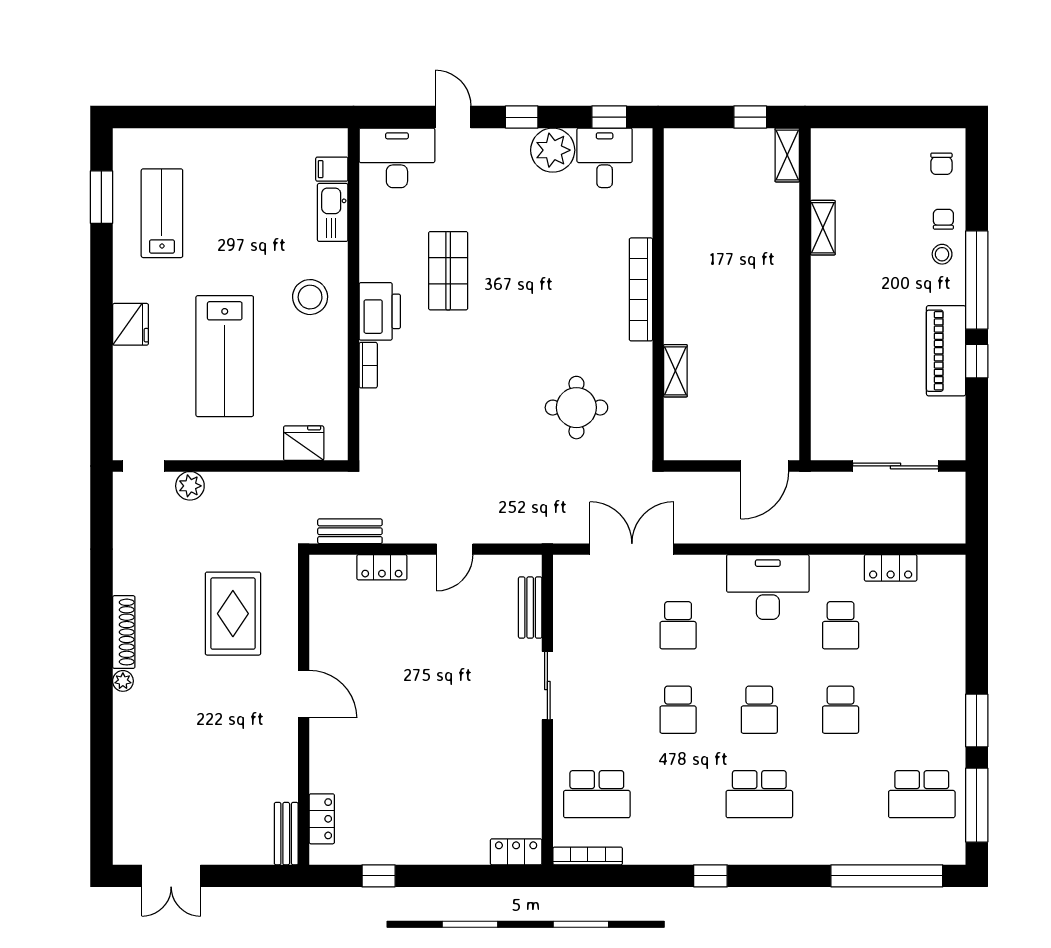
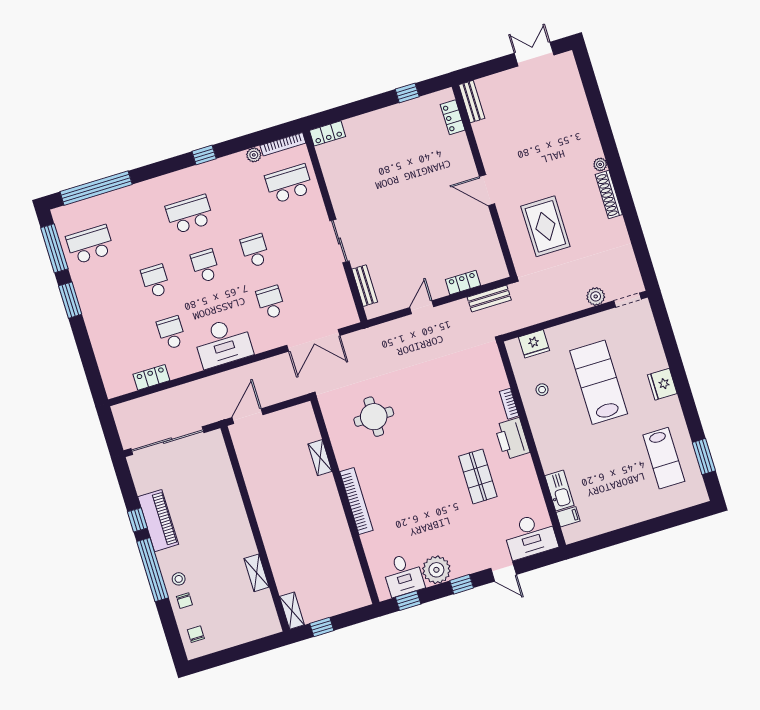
stool: (310, 297) -> (542, 390), moved, width x0.53, depth x0.53
sliding door: (896, 466) -> (167, 441), width x1.36
plant: (636, 853) -> (254, 155), added

